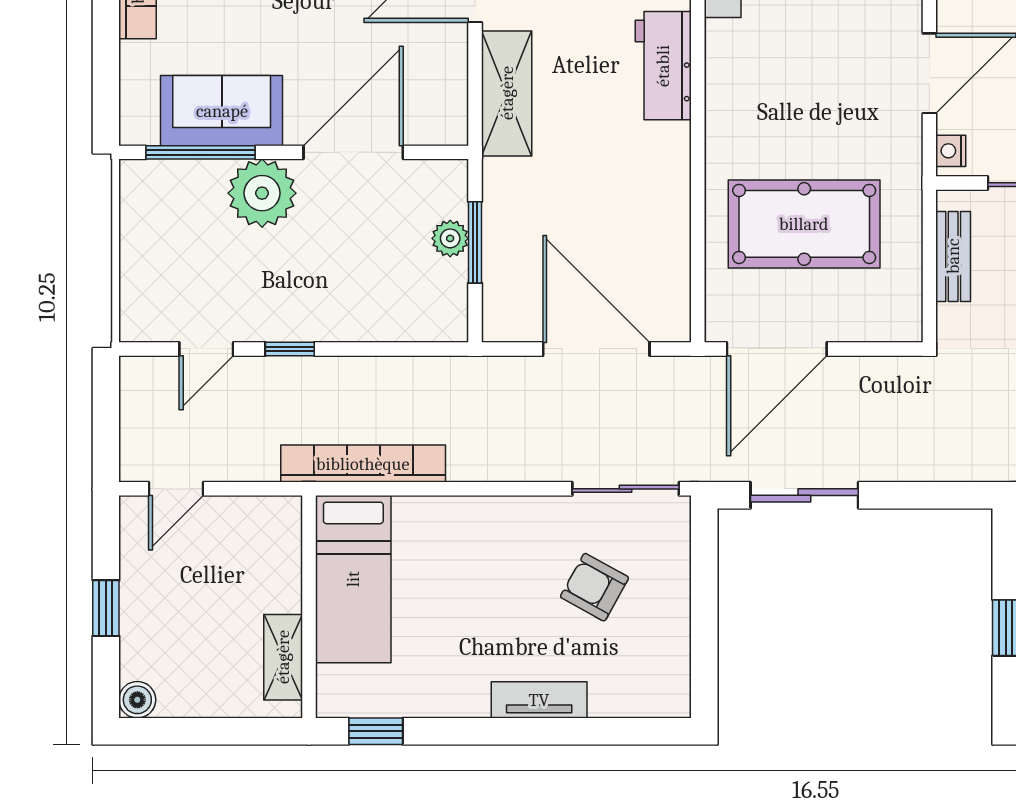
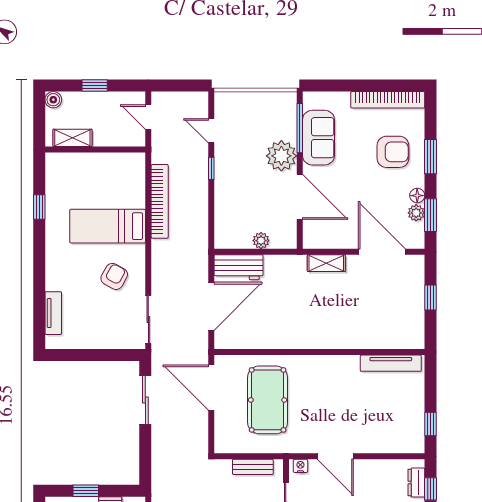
workbench: (663, 66) -> (239, 267), moved, turned 180
shelving: (507, 93) -> (326, 263), width x0.67, depth x0.75
window: (475, 242) -> (259, 252), removed
bed: (353, 579) -> (108, 226), moved
armchair: (594, 587) -> (114, 276), moved
wall: (309, 607) -> (95, 149), moved
shelving: (283, 657) -> (72, 138), moved
tv unit: (539, 700) -> (53, 313), moved

